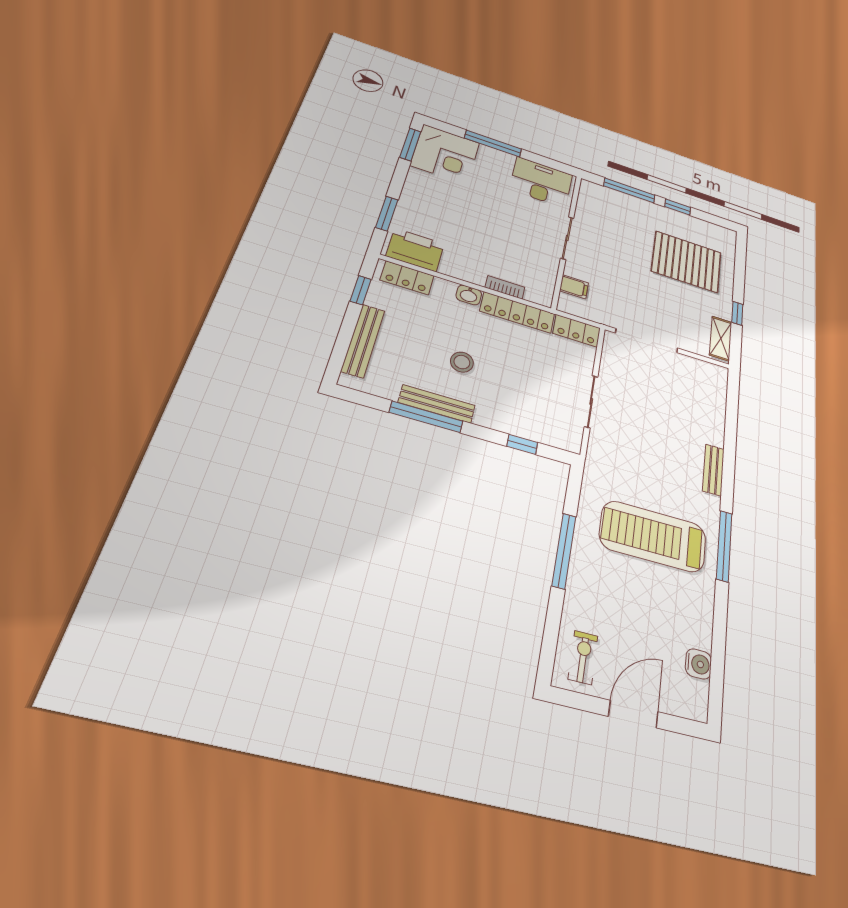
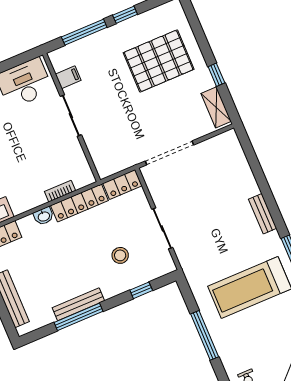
filing cabinet: (574, 287) -> (68, 77), moved
stool: (462, 362) -> (120, 255), moved

